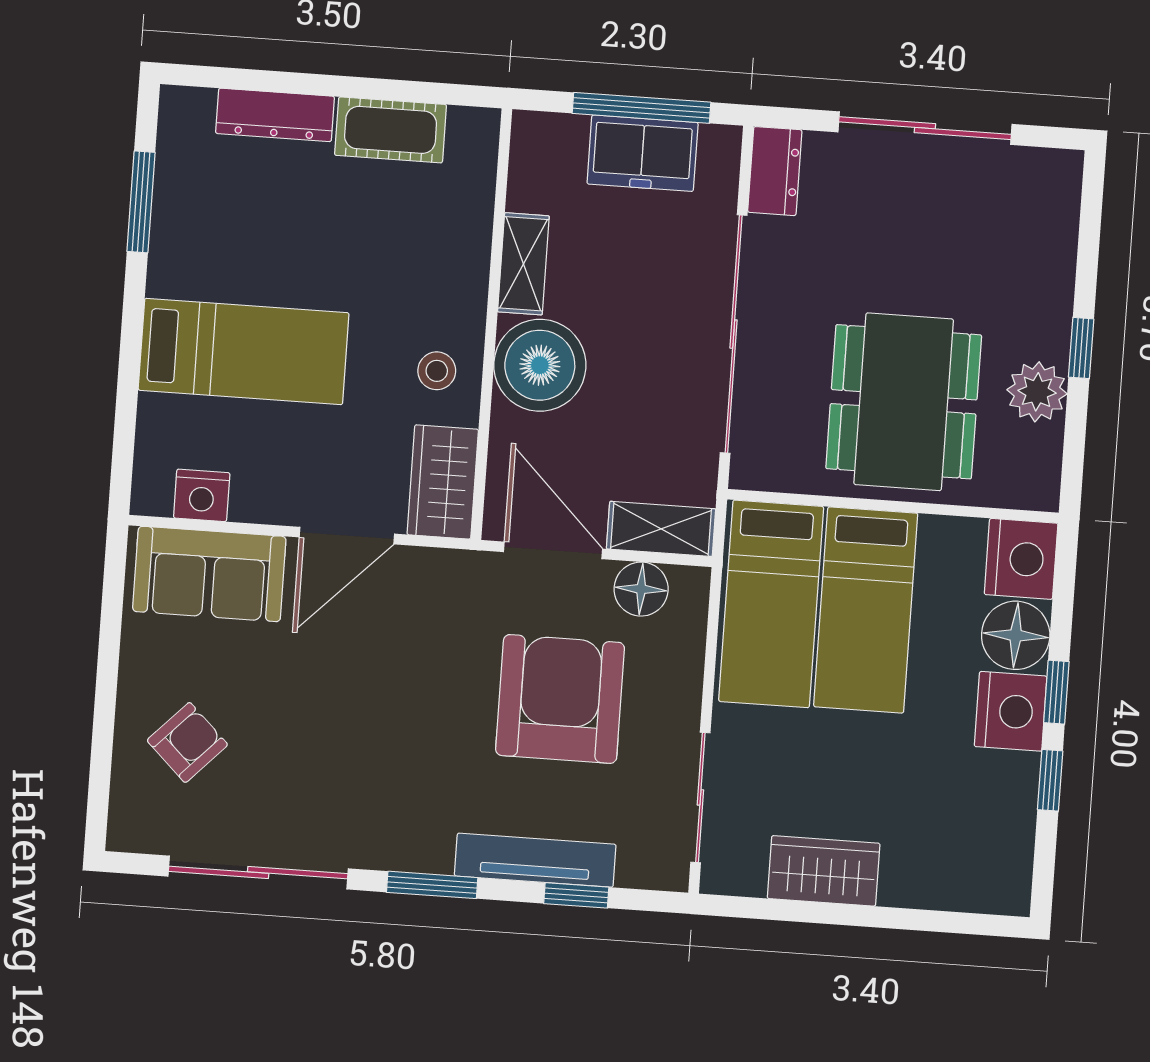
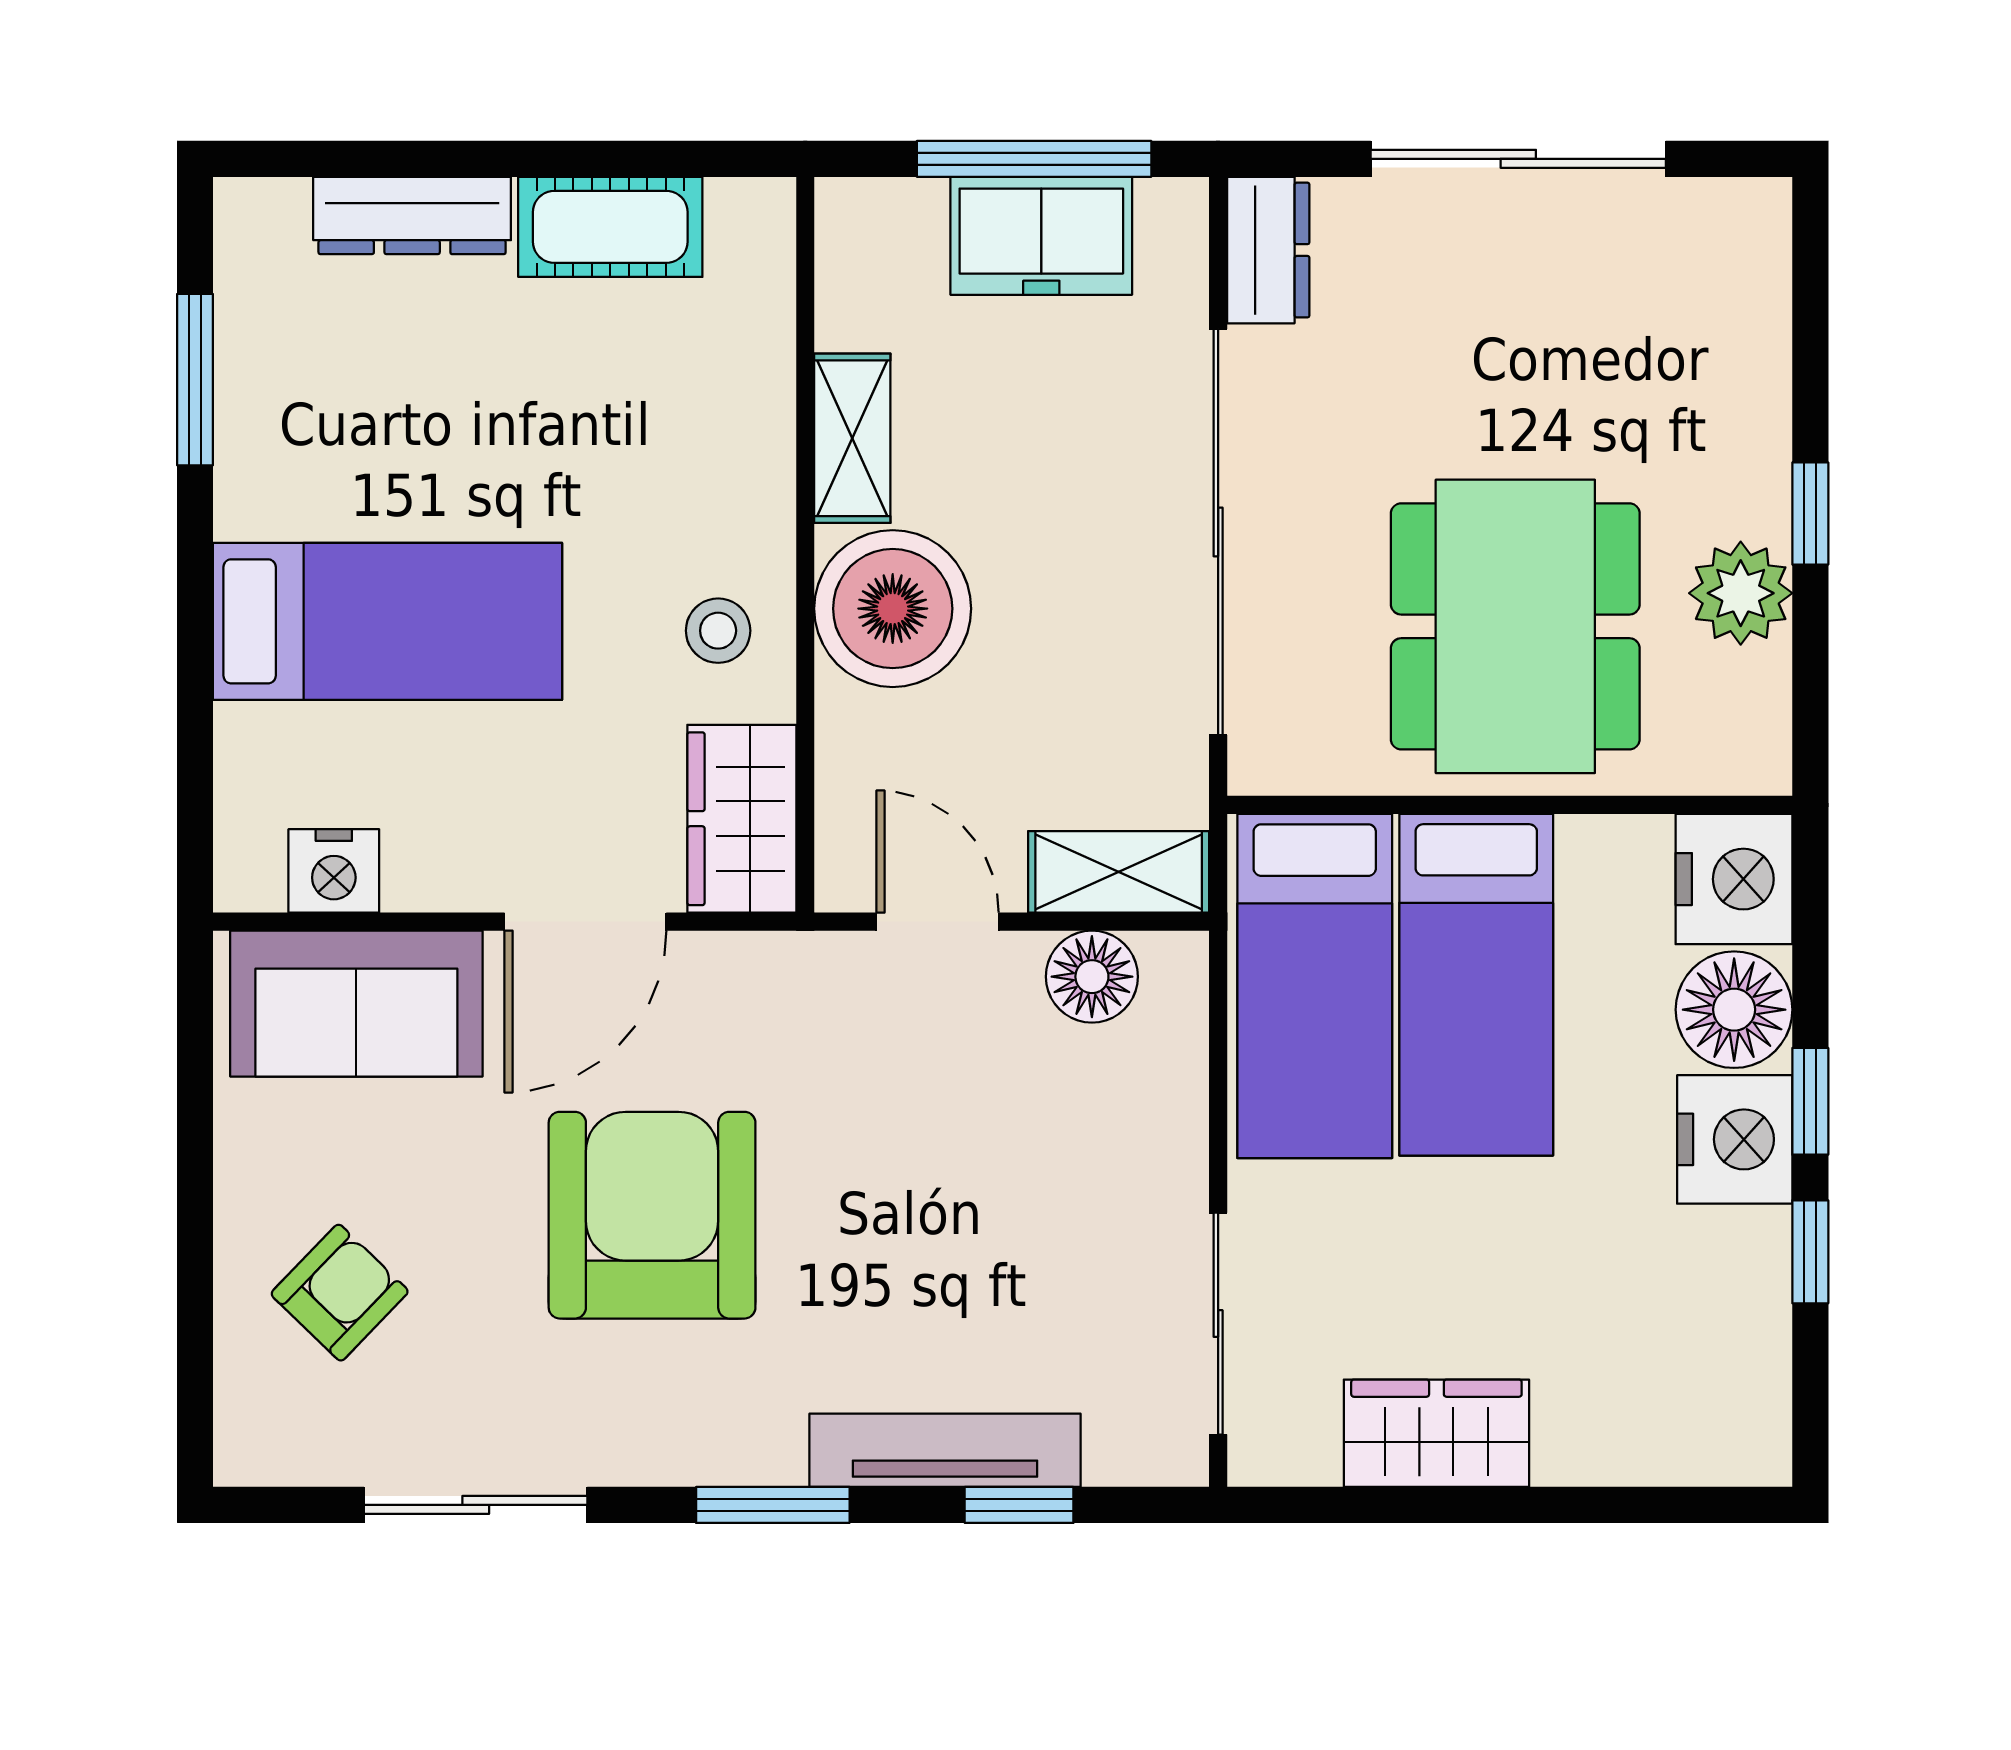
door: (553, 550) -> (938, 922), width x0.73
armchair: (560, 699) -> (652, 1215), moved
sliding door: (258, 873) -> (476, 1505), width x0.73

